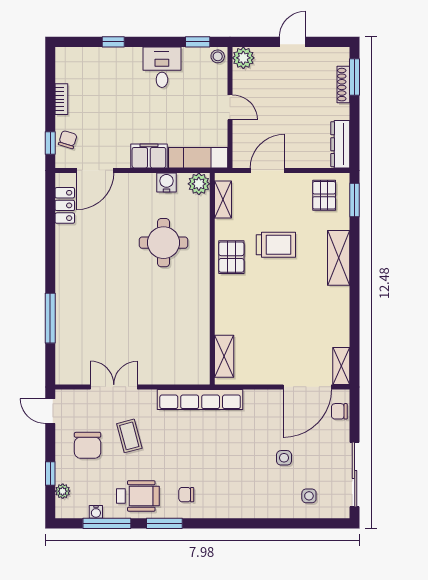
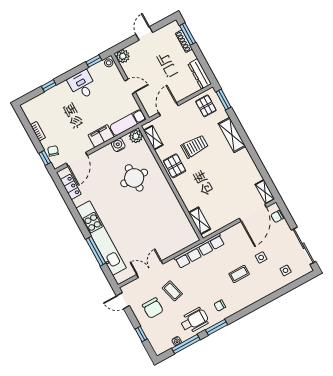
kitchen unit: (68, 303) -> (101, 238), added
coffee table: (239, 464) -> (239, 274), added
plant: (63, 491) -> (153, 340), removed

